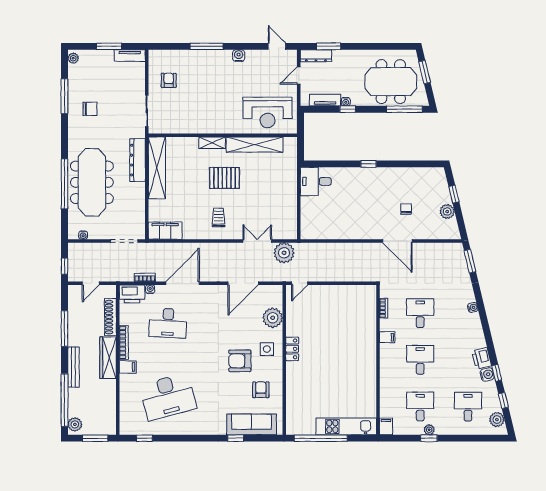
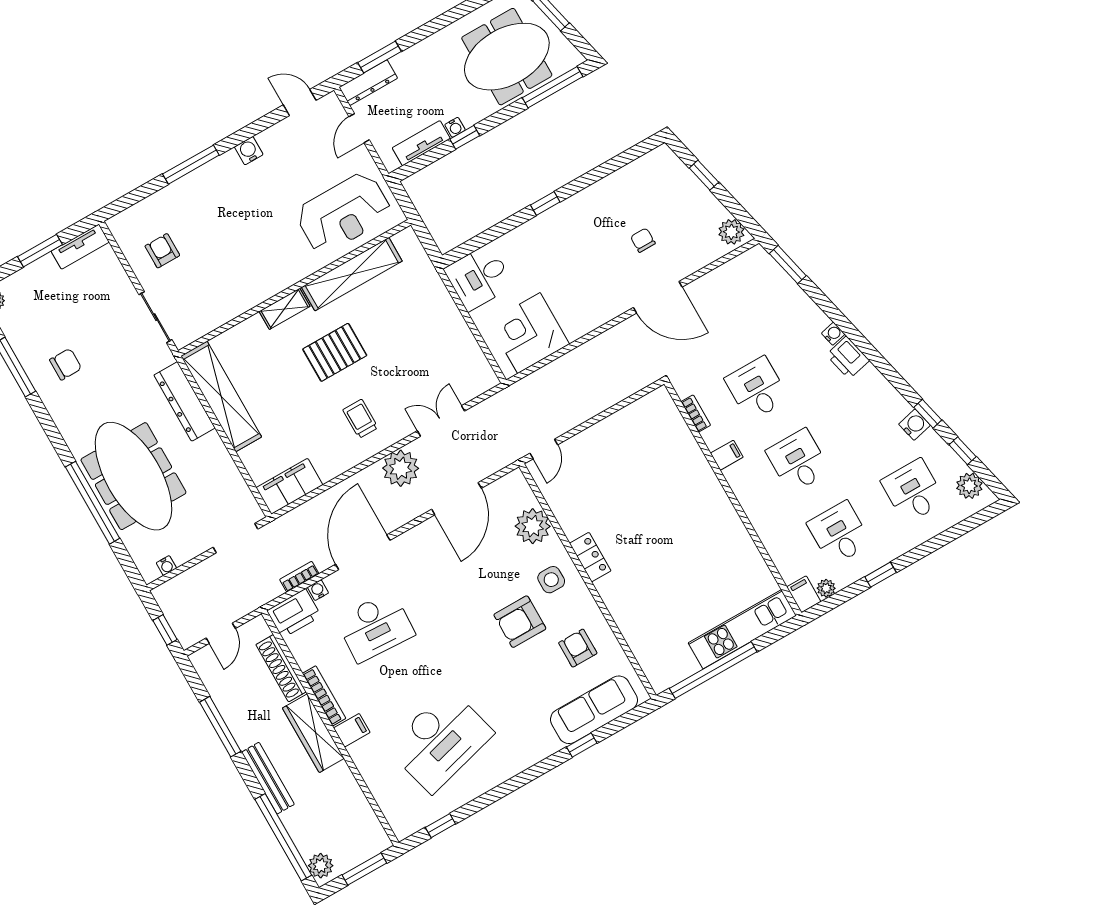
plant: (447, 212) -> (731, 232), moved
corner desk: (325, 223) -> (529, 333), added
plant: (284, 253) -> (401, 468), moved
printer: (482, 358) -> (848, 358), moved
plant: (429, 430) -> (826, 588), moved

